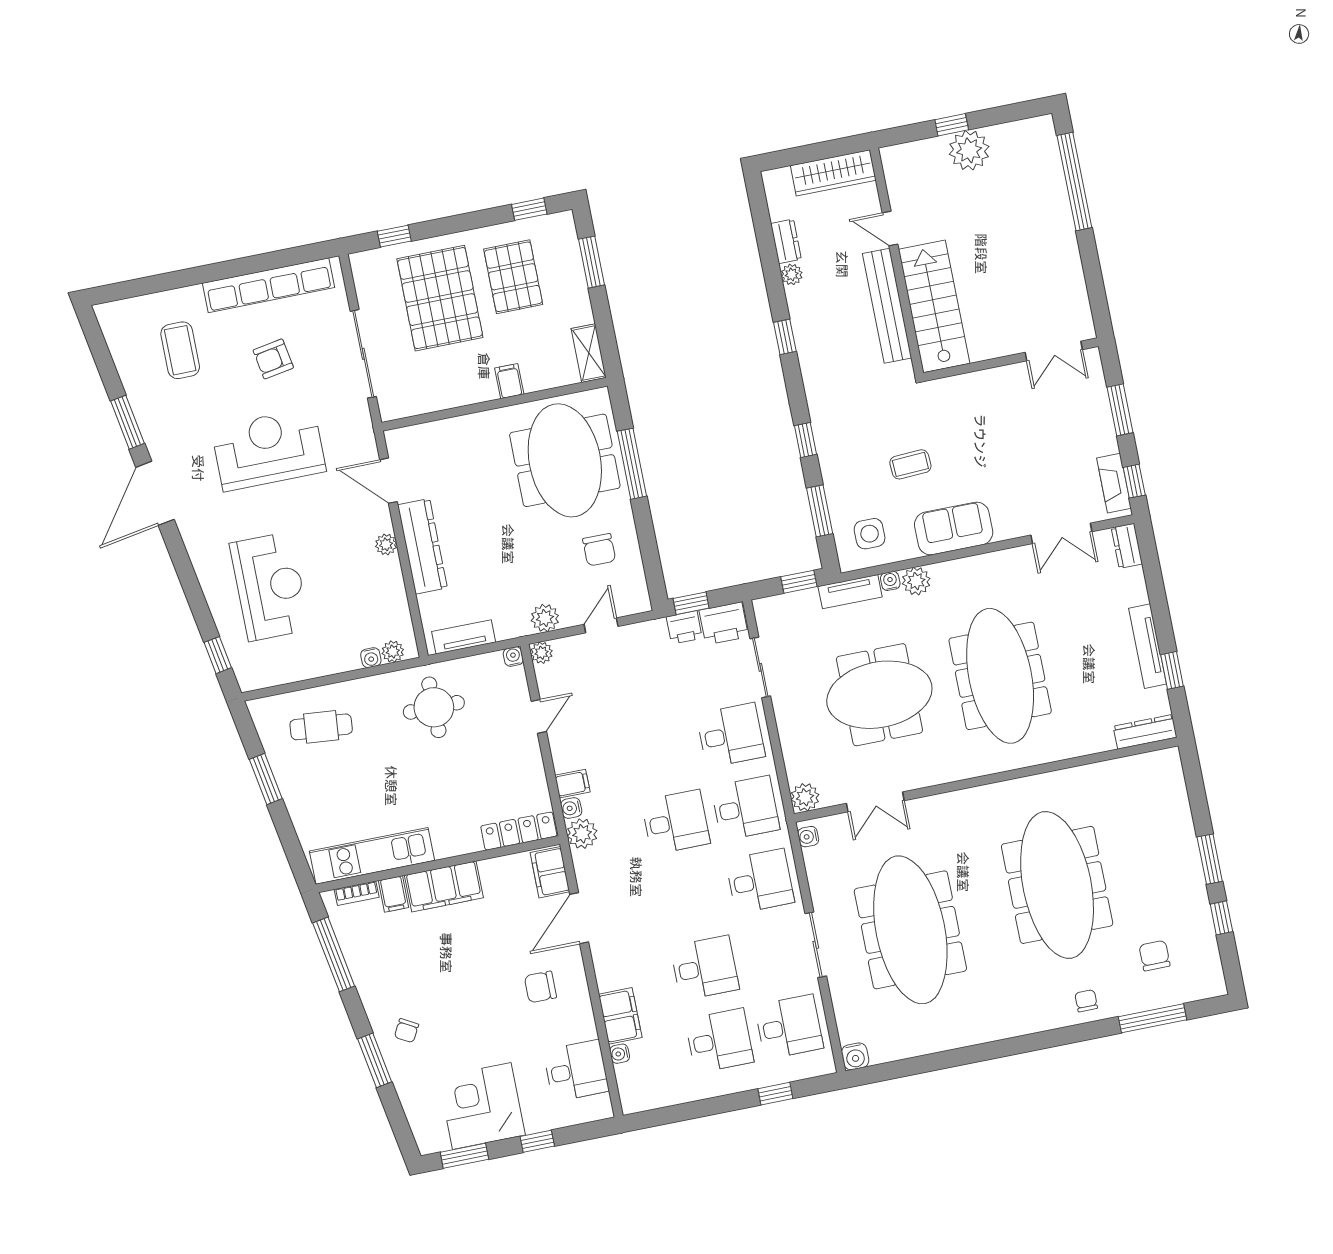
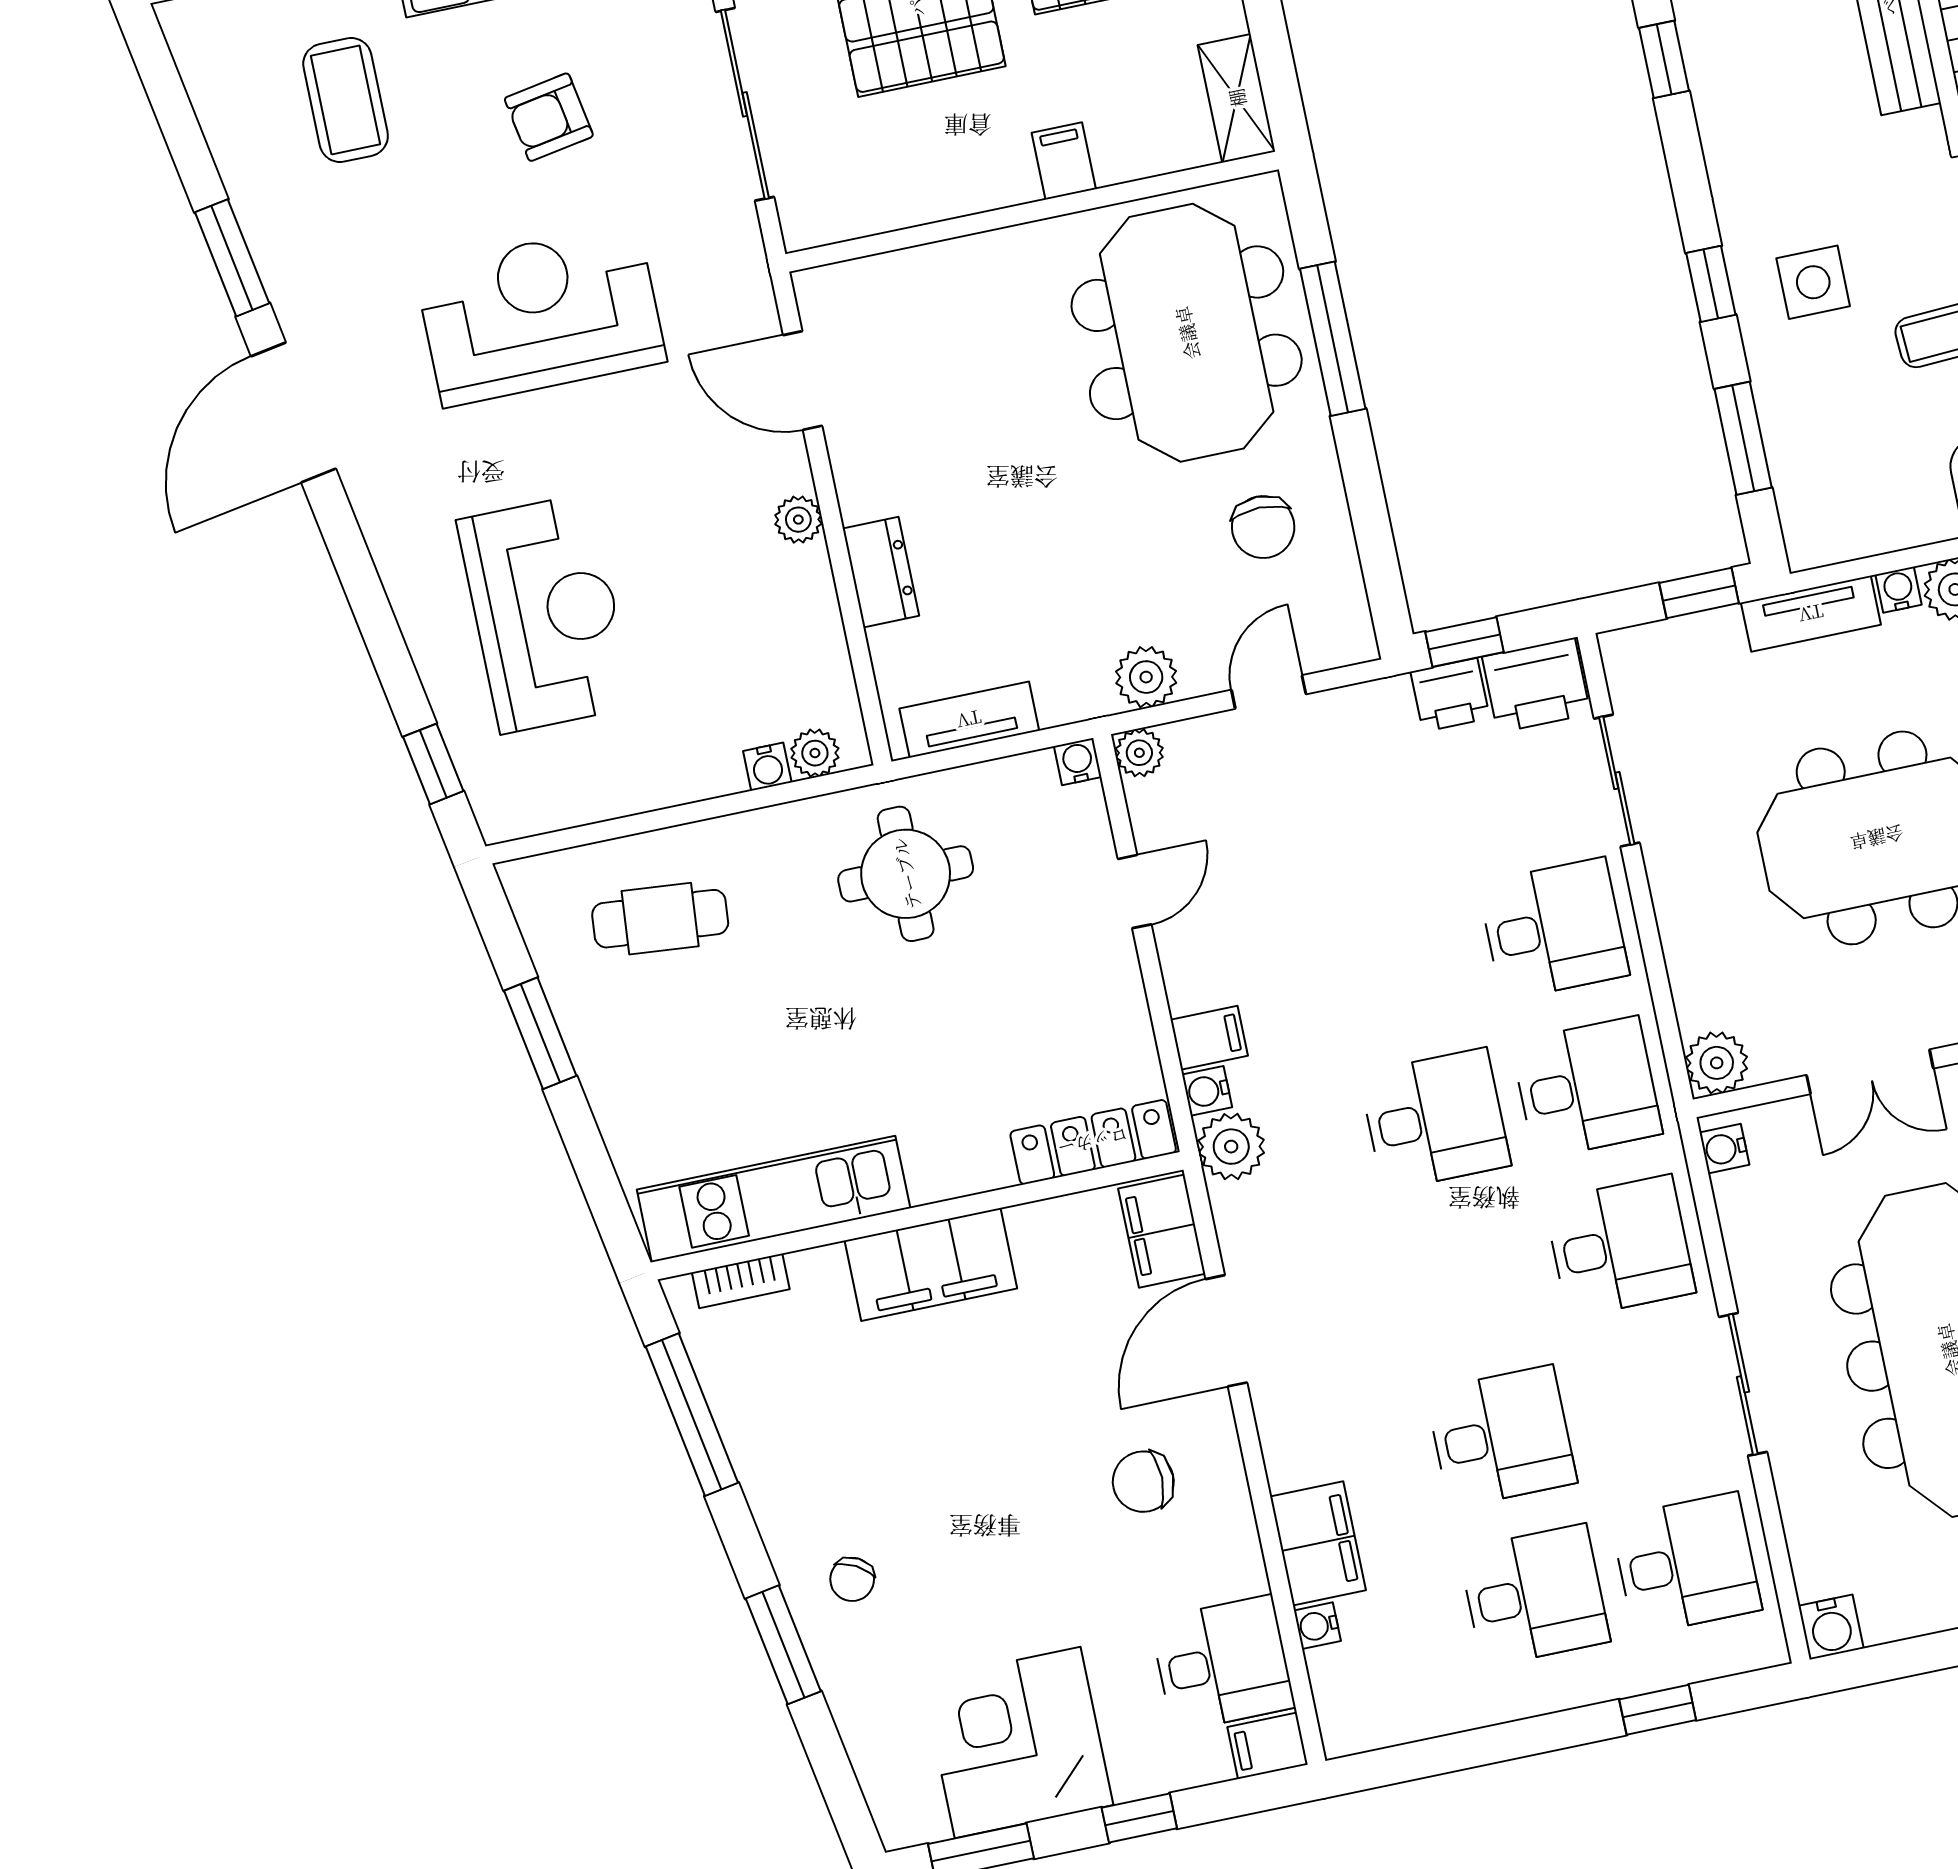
side table: (870, 534) -> (1813, 282), moved
dresser: (422, 546) -> (881, 572), width x0.51, depth x0.80
filing cabinet: (393, 894) -> (1268, 1746), moved, turned 90

